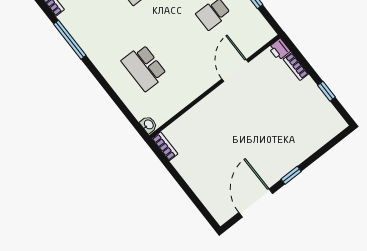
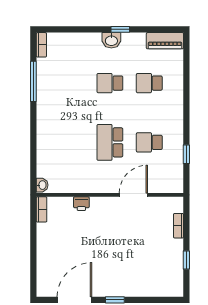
printer: (279, 49) -> (81, 204), moved, turned -90
school desk: (144, 68) -> (110, 142), moved

